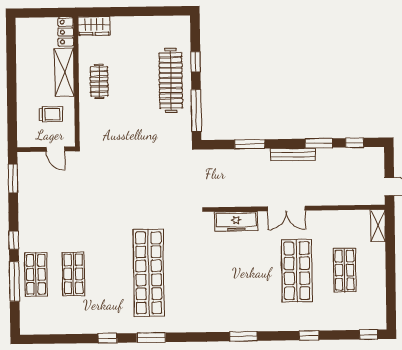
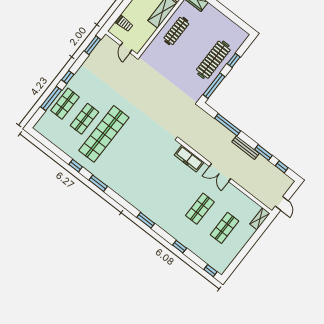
clothes rail: (99, 81) -> (176, 31), width x1.36
trolley: (51, 114) -> (124, 24), moved
window: (250, 144) -> (228, 125), width x1.44
shop shelf: (297, 271) -> (200, 209), width x0.70, depth x0.74
shop shelf: (149, 273) -> (104, 134), moved

